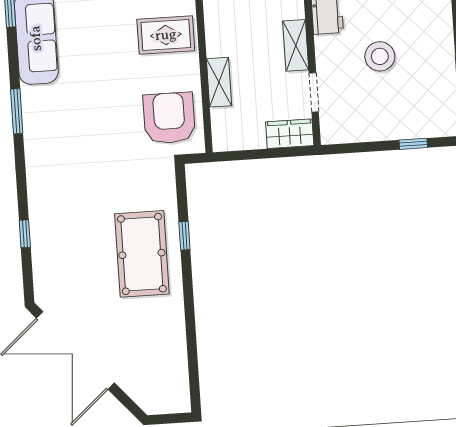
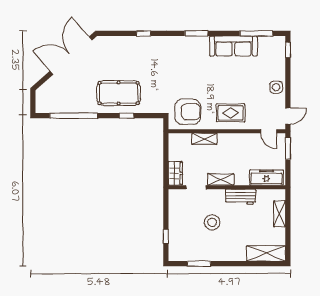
rug: (166, 35) -> (231, 113), turned 90
window: (25, 234) -> (144, 33), moved
window: (191, 338) -> (74, 116), added

